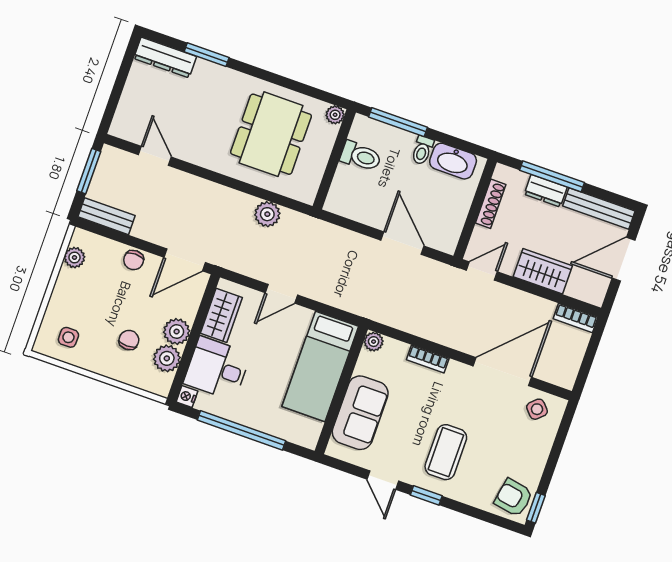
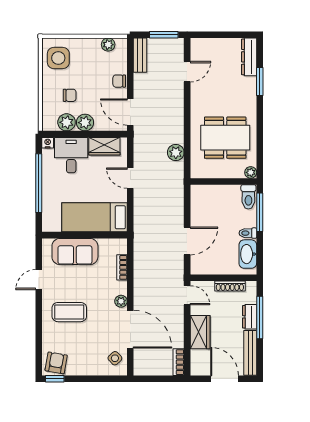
toilet: (361, 156) -> (248, 197), moved
side table: (68, 337) -> (58, 58), width x1.87, depth x1.87
plant: (374, 342) -> (121, 301), moved
bookcase: (428, 359) -> (122, 267), moved
window: (426, 495) -> (39, 309), removed

